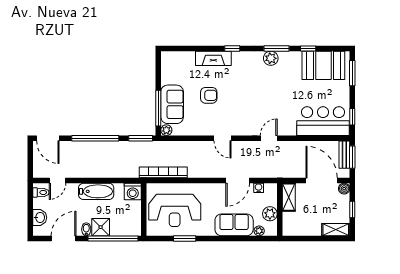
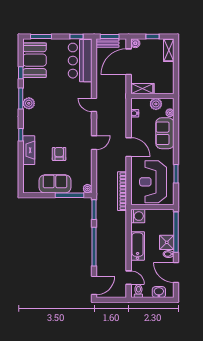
sofa: (172, 104) -> (55, 184), moved
door: (238, 180) -> (129, 147), moved
reception desk: (175, 210) -> (153, 182), turned 180

